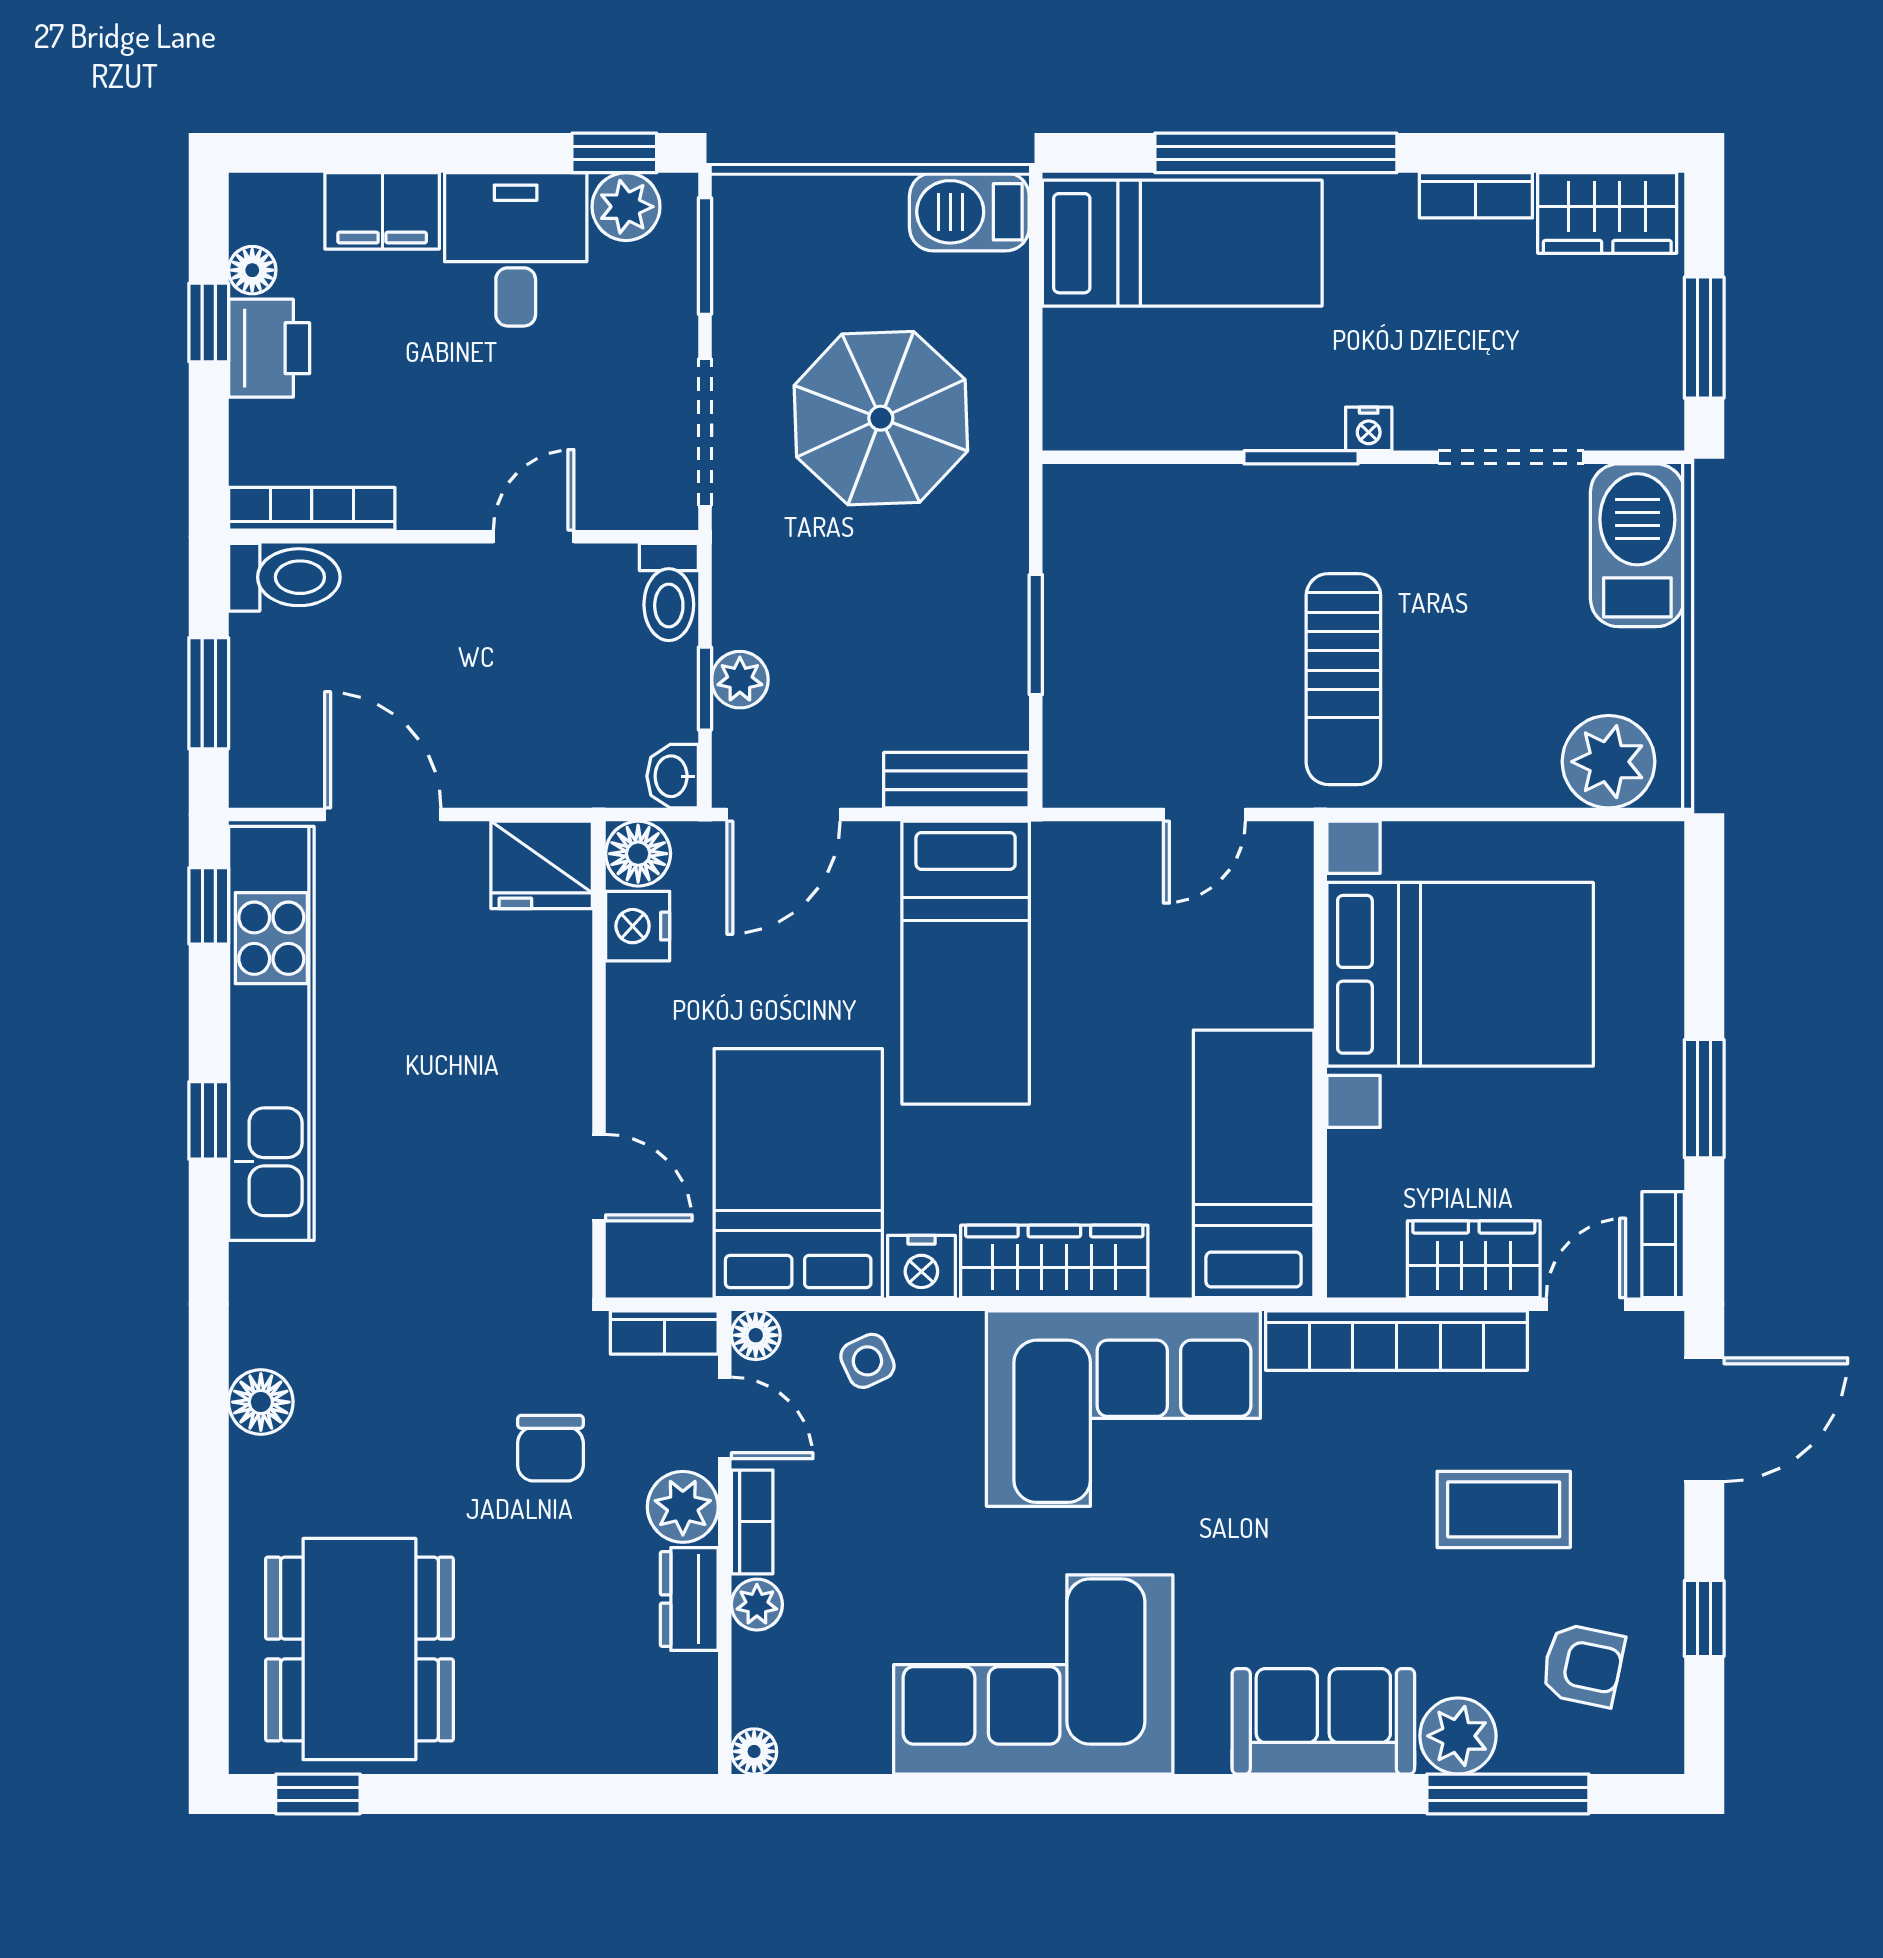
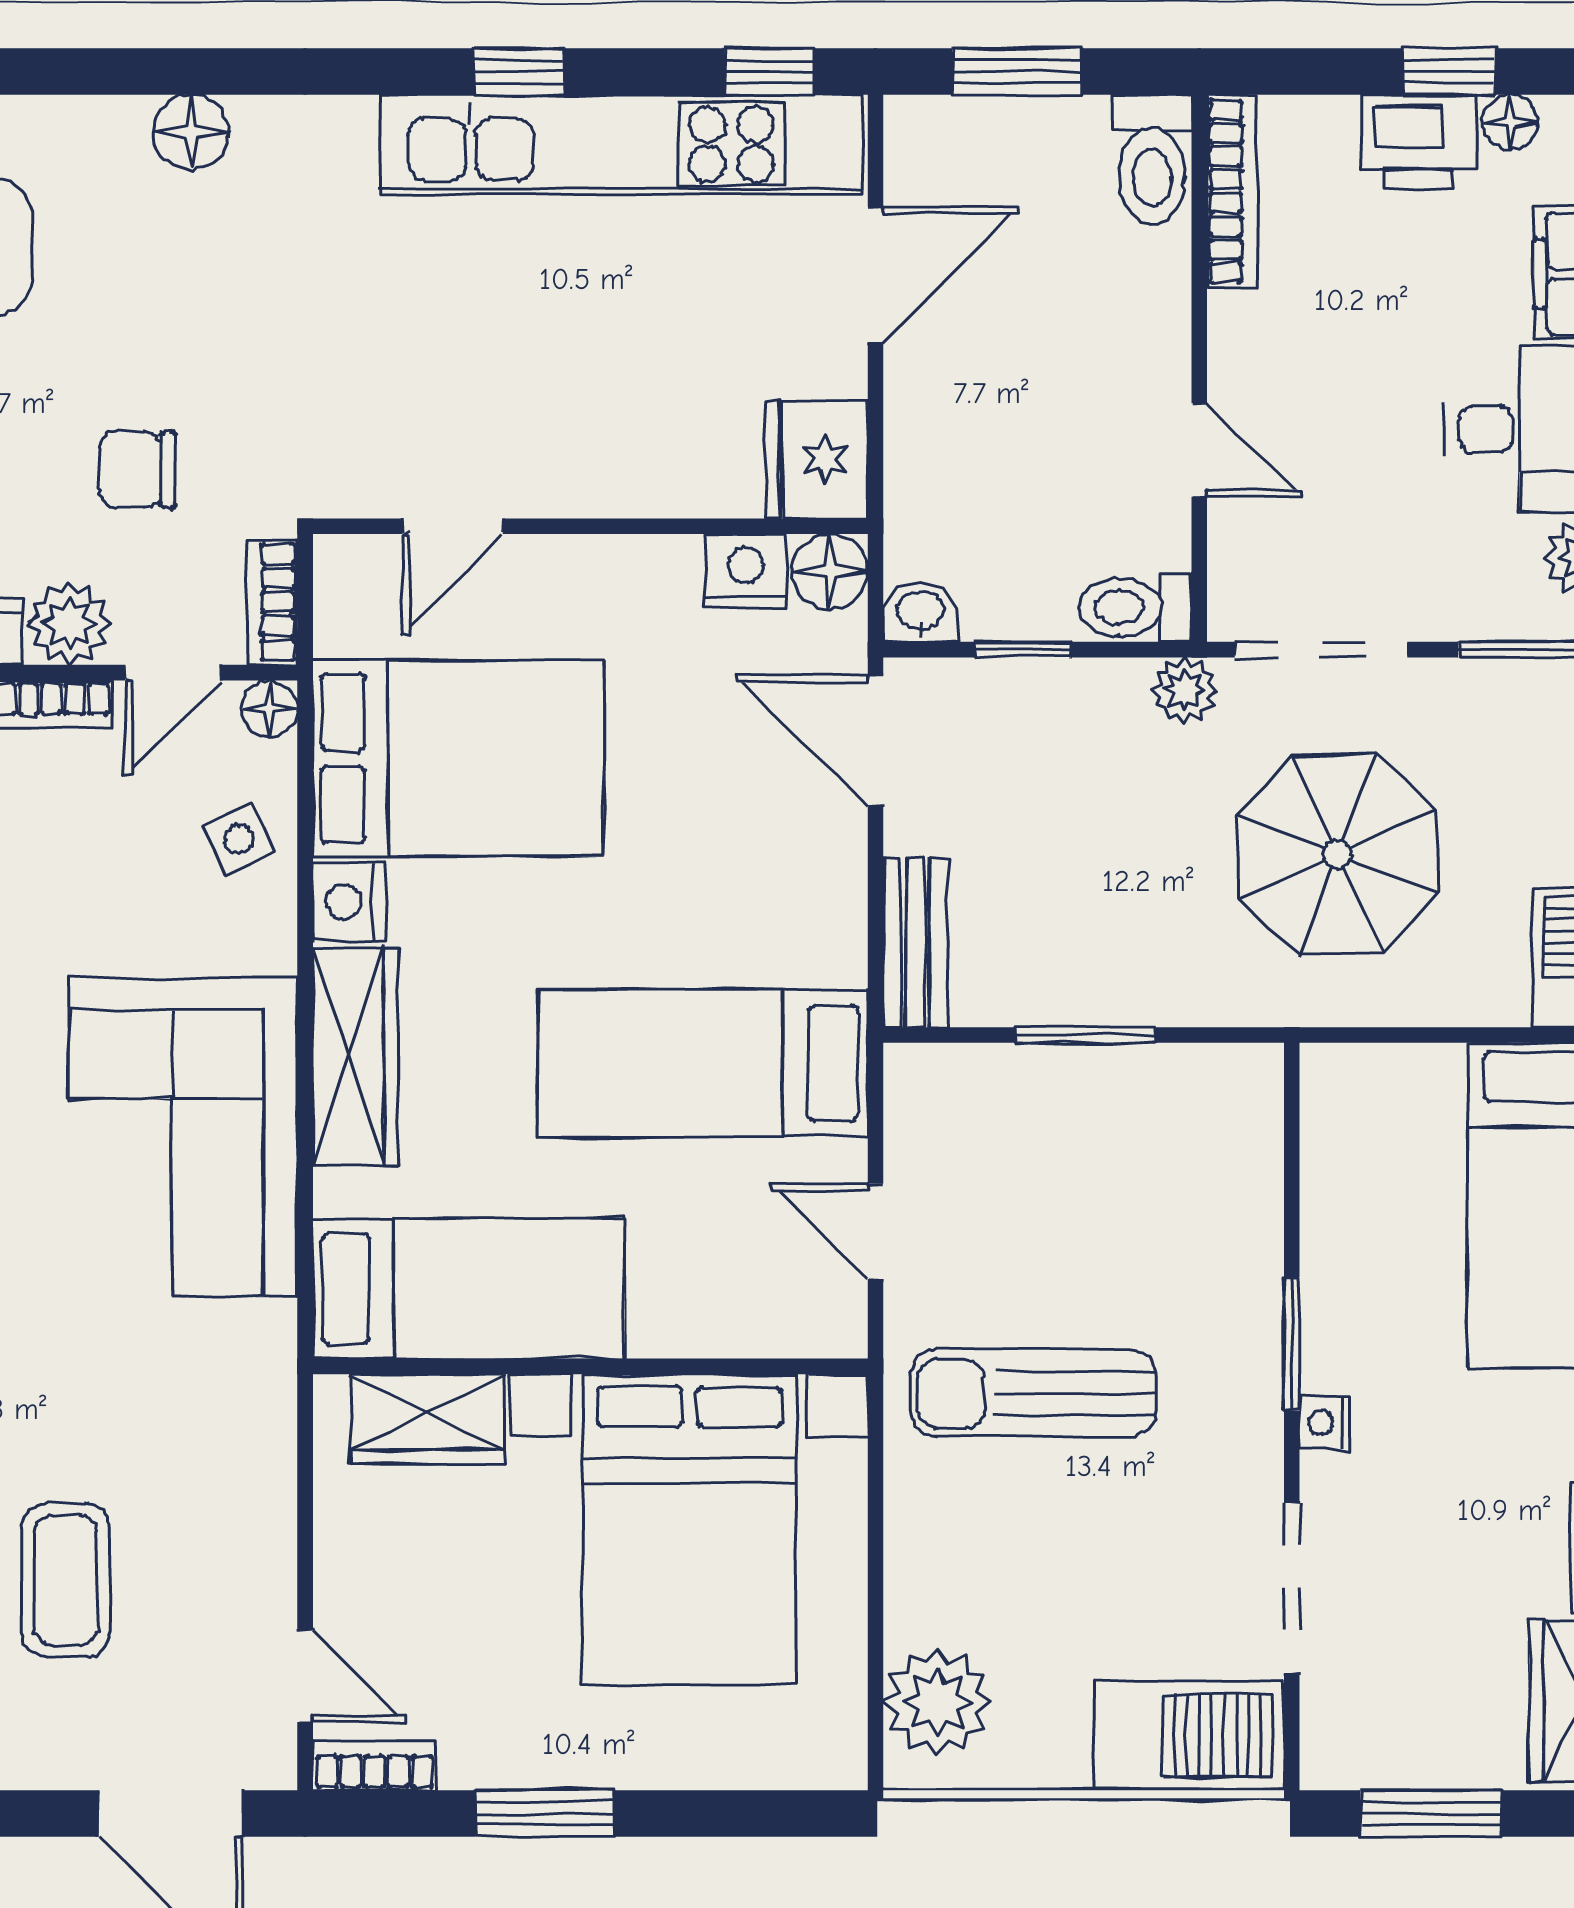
plant: (740, 680) -> (1184, 690), moved
bed: (966, 963) -> (703, 1063), moved
wardrobe: (1474, 1259) -> (428, 1419), moved, turned 90
bookcase: (1396, 1341) -> (263, 1455), removed

